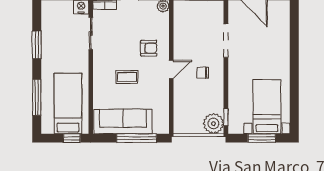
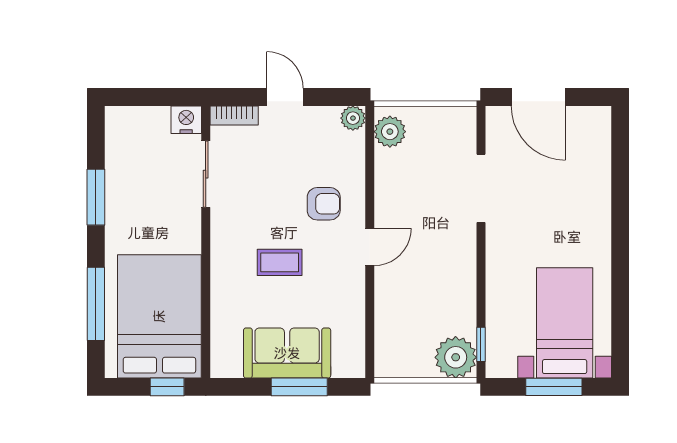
plant: (181, 13) -> (390, 132), added
chair: (203, 73) -> (434, 254), removed
bed: (68, 103) -> (159, 316), width x1.50
sofa: (123, 121) -> (287, 353), width x0.73
window: (137, 138) -> (299, 387), width x0.69

